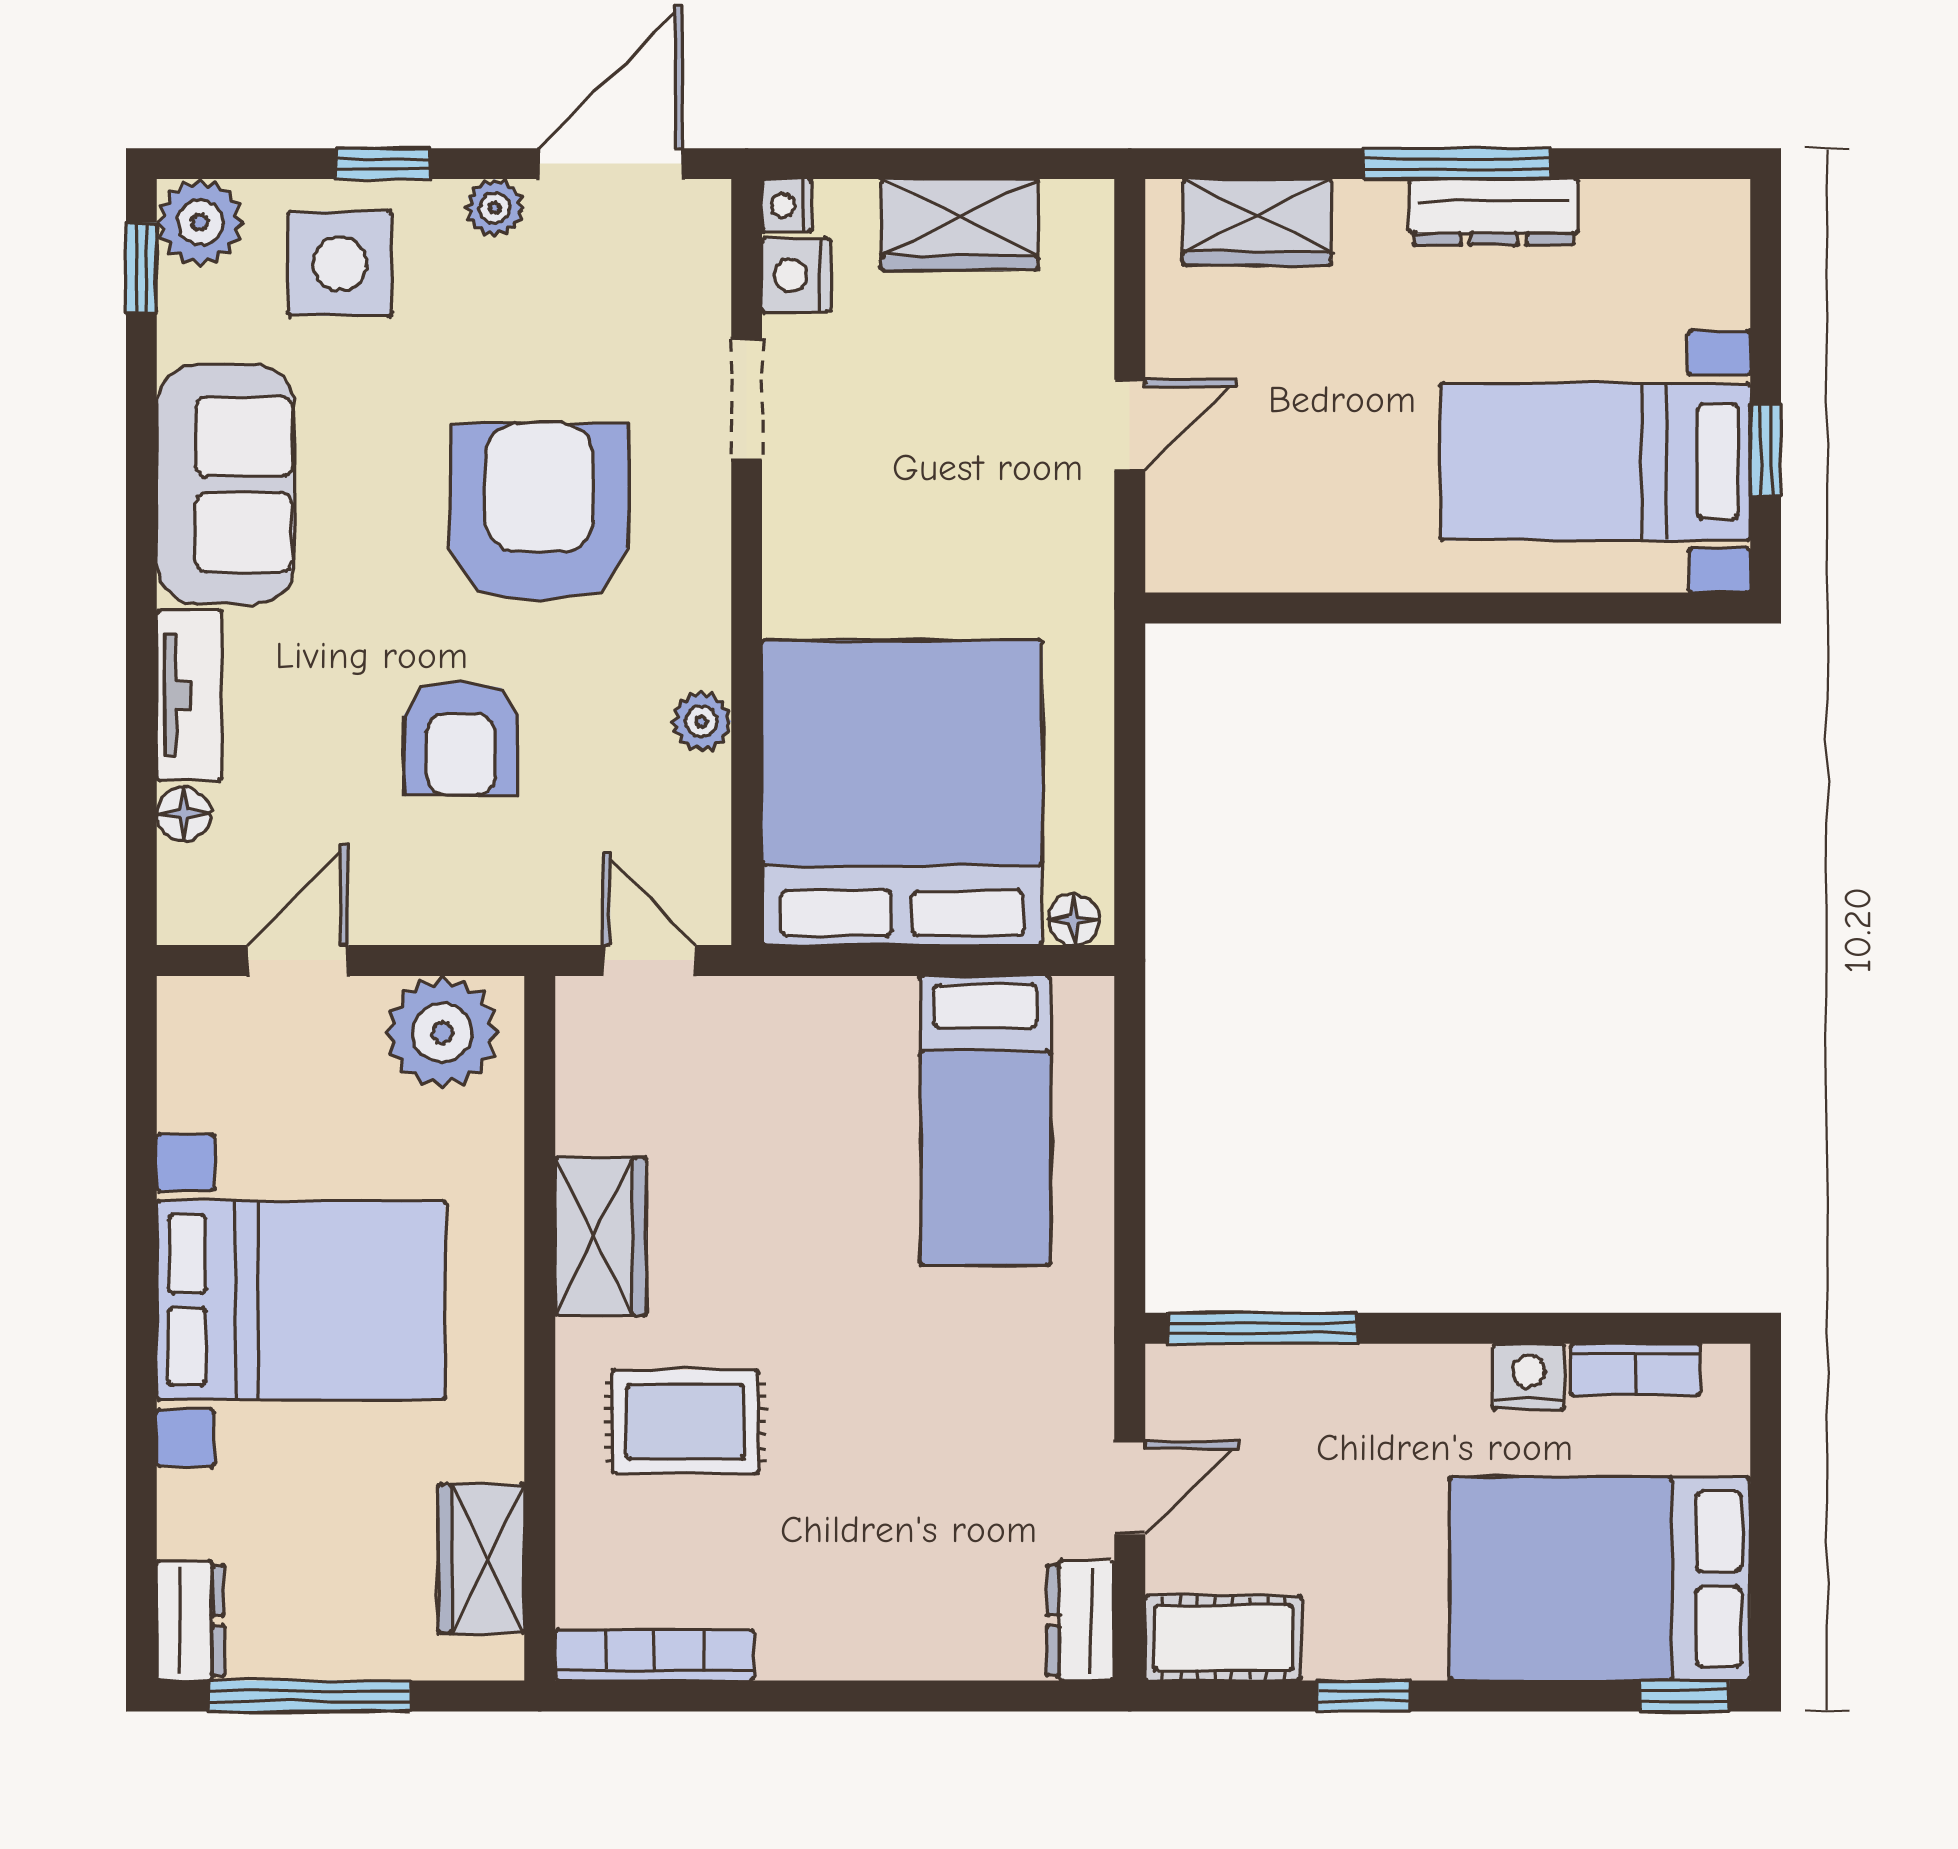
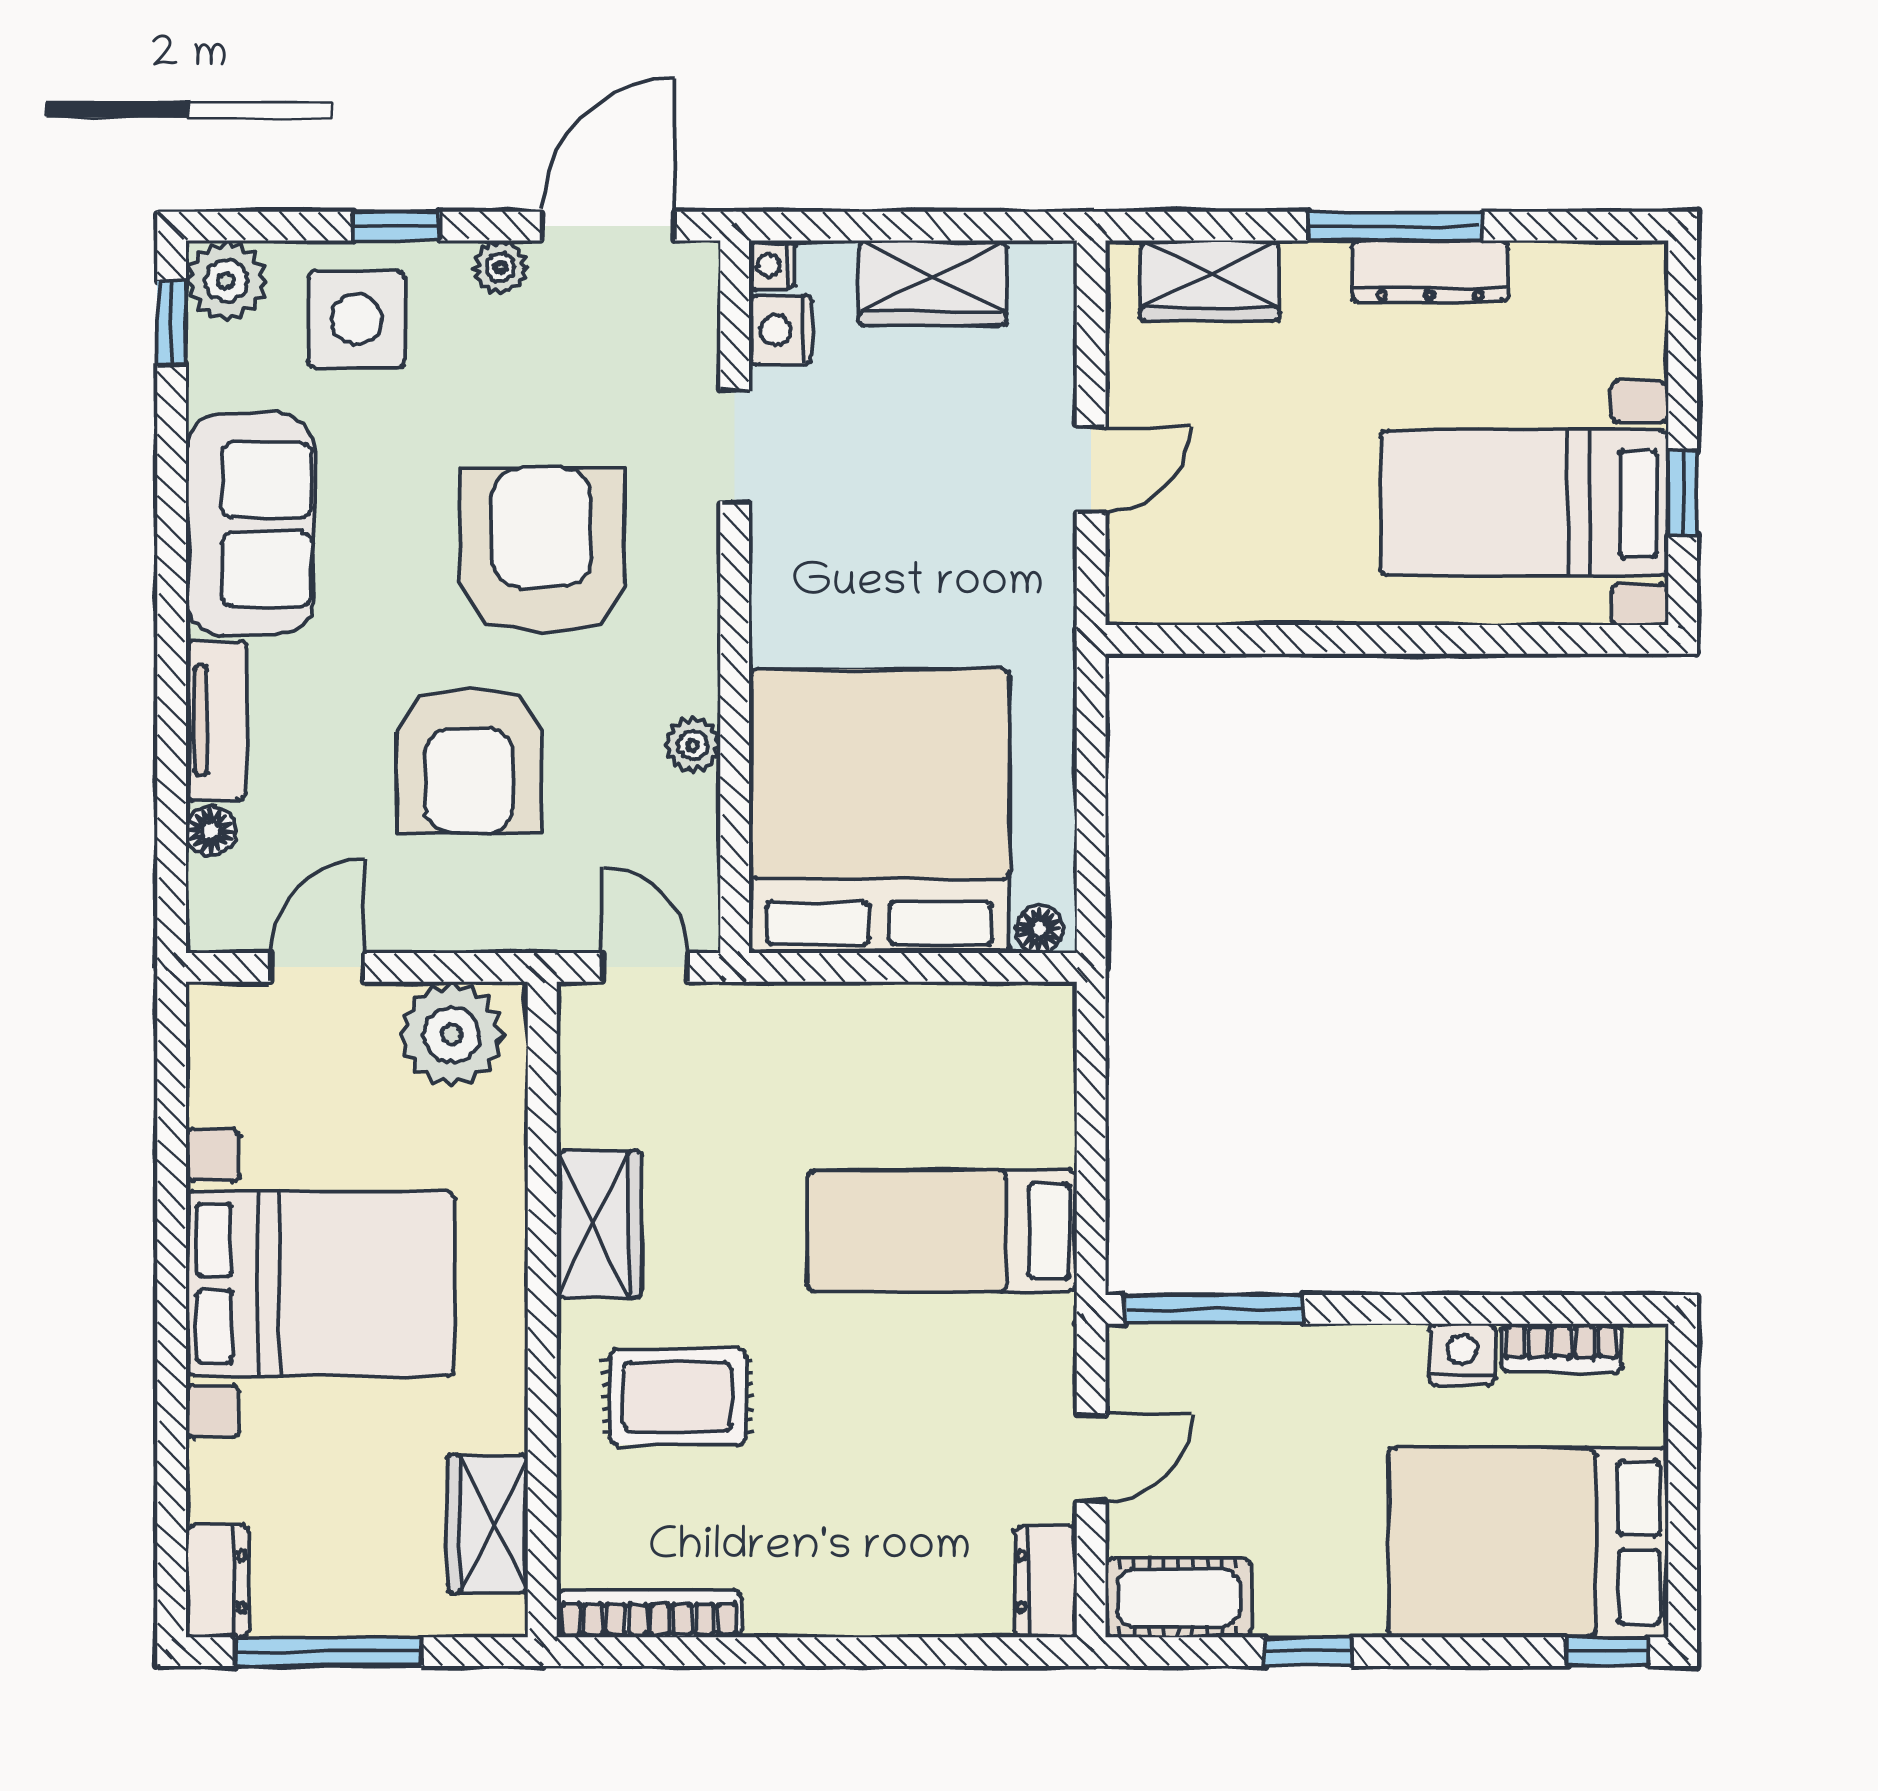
armchair: (461, 738) -> (469, 760), width x1.36, depth x1.36
bed: (985, 1121) -> (942, 1231), moved, turned 90

